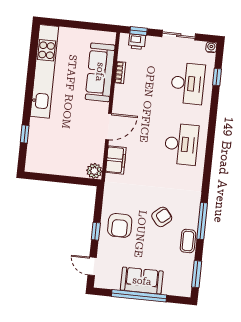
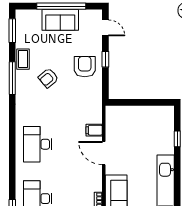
door: (108, 127) -> (104, 153), hinge flipped
filing cabinet: (116, 160) -> (94, 130), width x0.50
plant: (94, 171) -> (112, 113), removed

